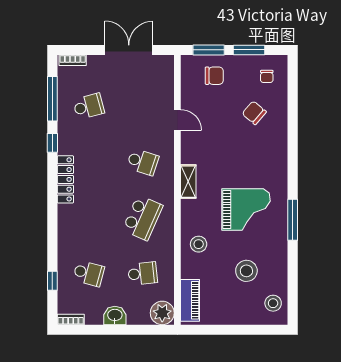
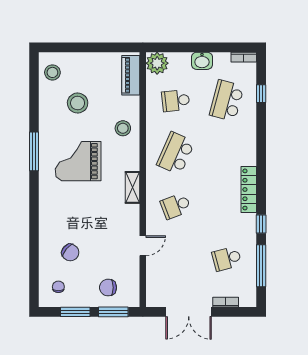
bookcase: (73, 60) -> (226, 302), moved
door: (177, 120) -> (143, 246), swing flipped
school desk: (143, 162) -> (176, 206), turned -39
school desk: (89, 273) -> (227, 101), width x1.85

